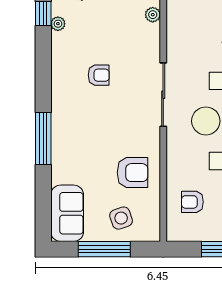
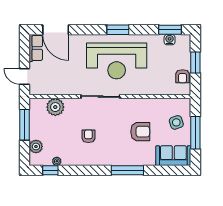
plant: (153, 15) -> (55, 107), width x1.88, depth x1.88
armchair: (132, 173) -> (140, 132), moved, turned 90
armchair: (192, 202) -> (183, 76), moved

